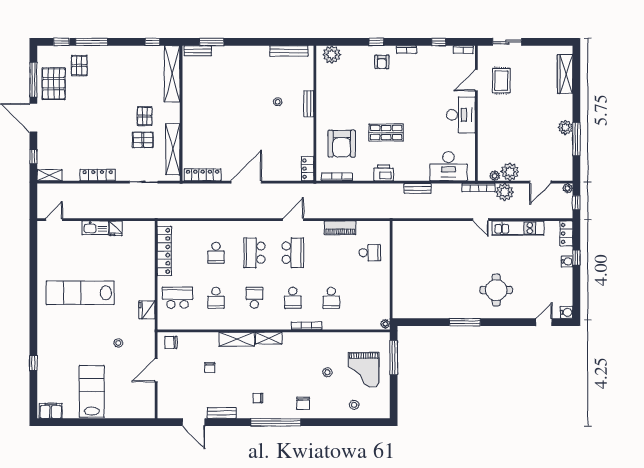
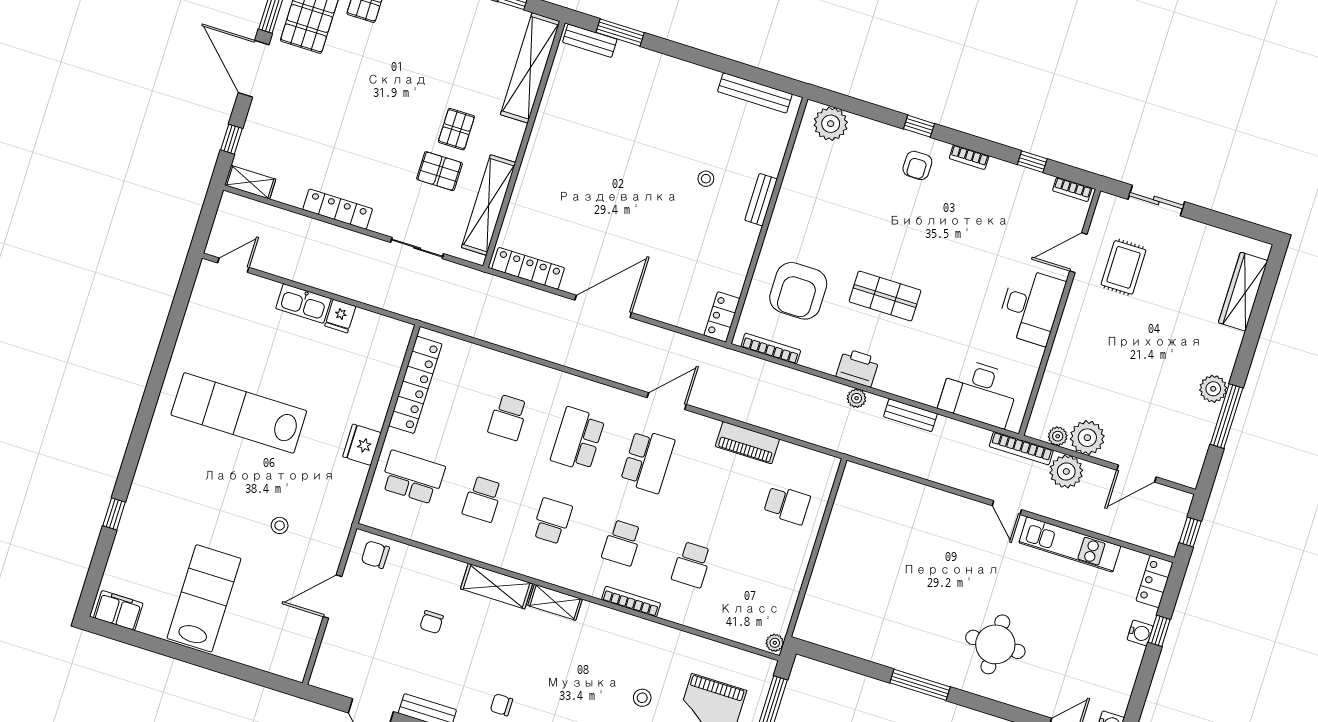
plant: (568, 188) -> (857, 398), moved
fridge: (147, 310) -> (362, 445), moved

